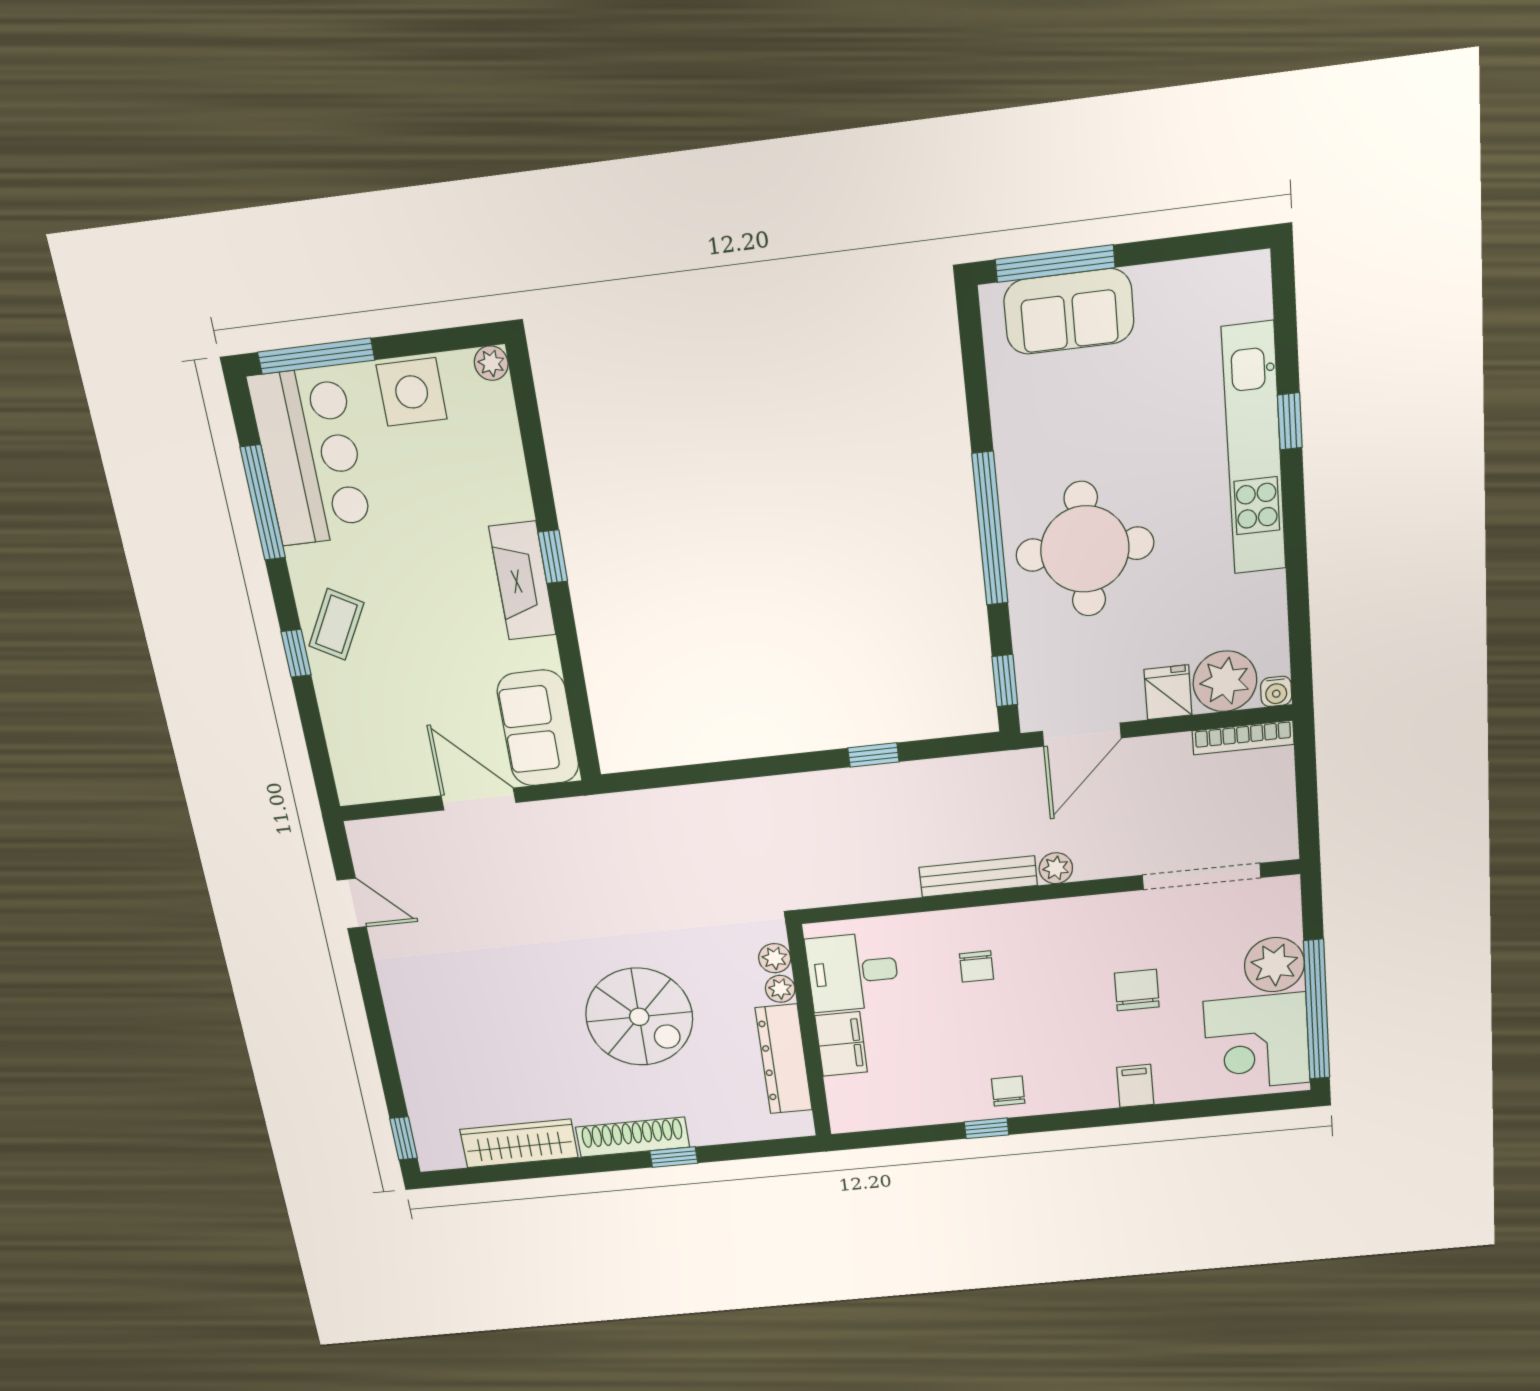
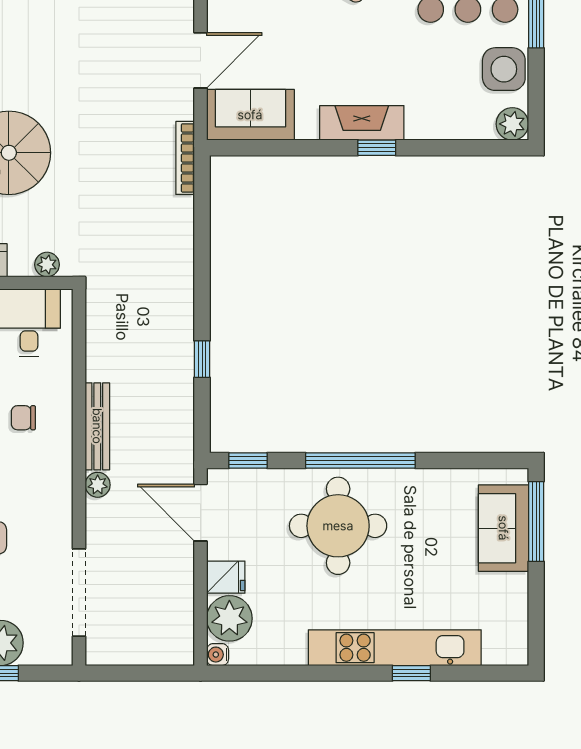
plant: (491, 363) -> (512, 124), width x1.38, depth x1.38
bookcase: (1243, 738) -> (185, 158), moved
plant: (780, 989) -> (21, 265), removed

